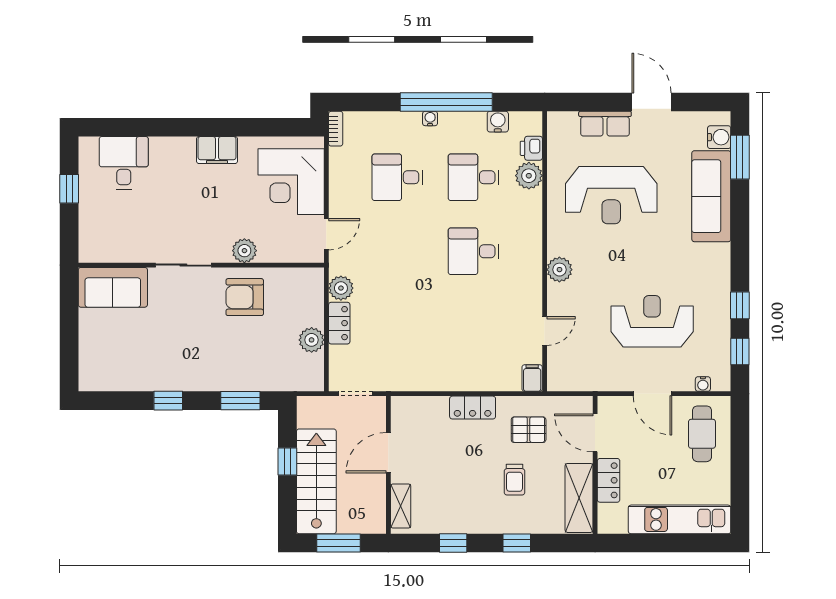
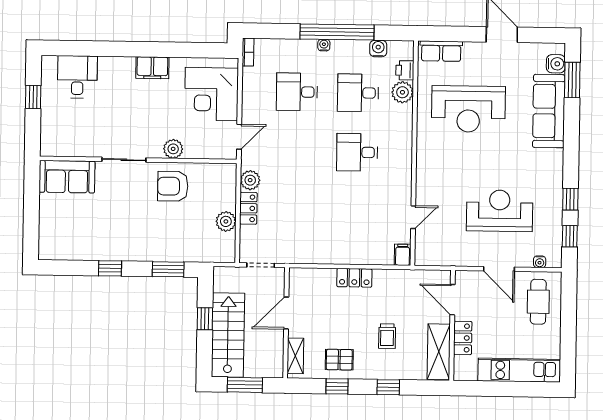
row of seats: (605, 124) -> (441, 51), moved
plant: (559, 270) -> (426, 168), removed
pallet: (529, 430) -> (339, 360), moved

